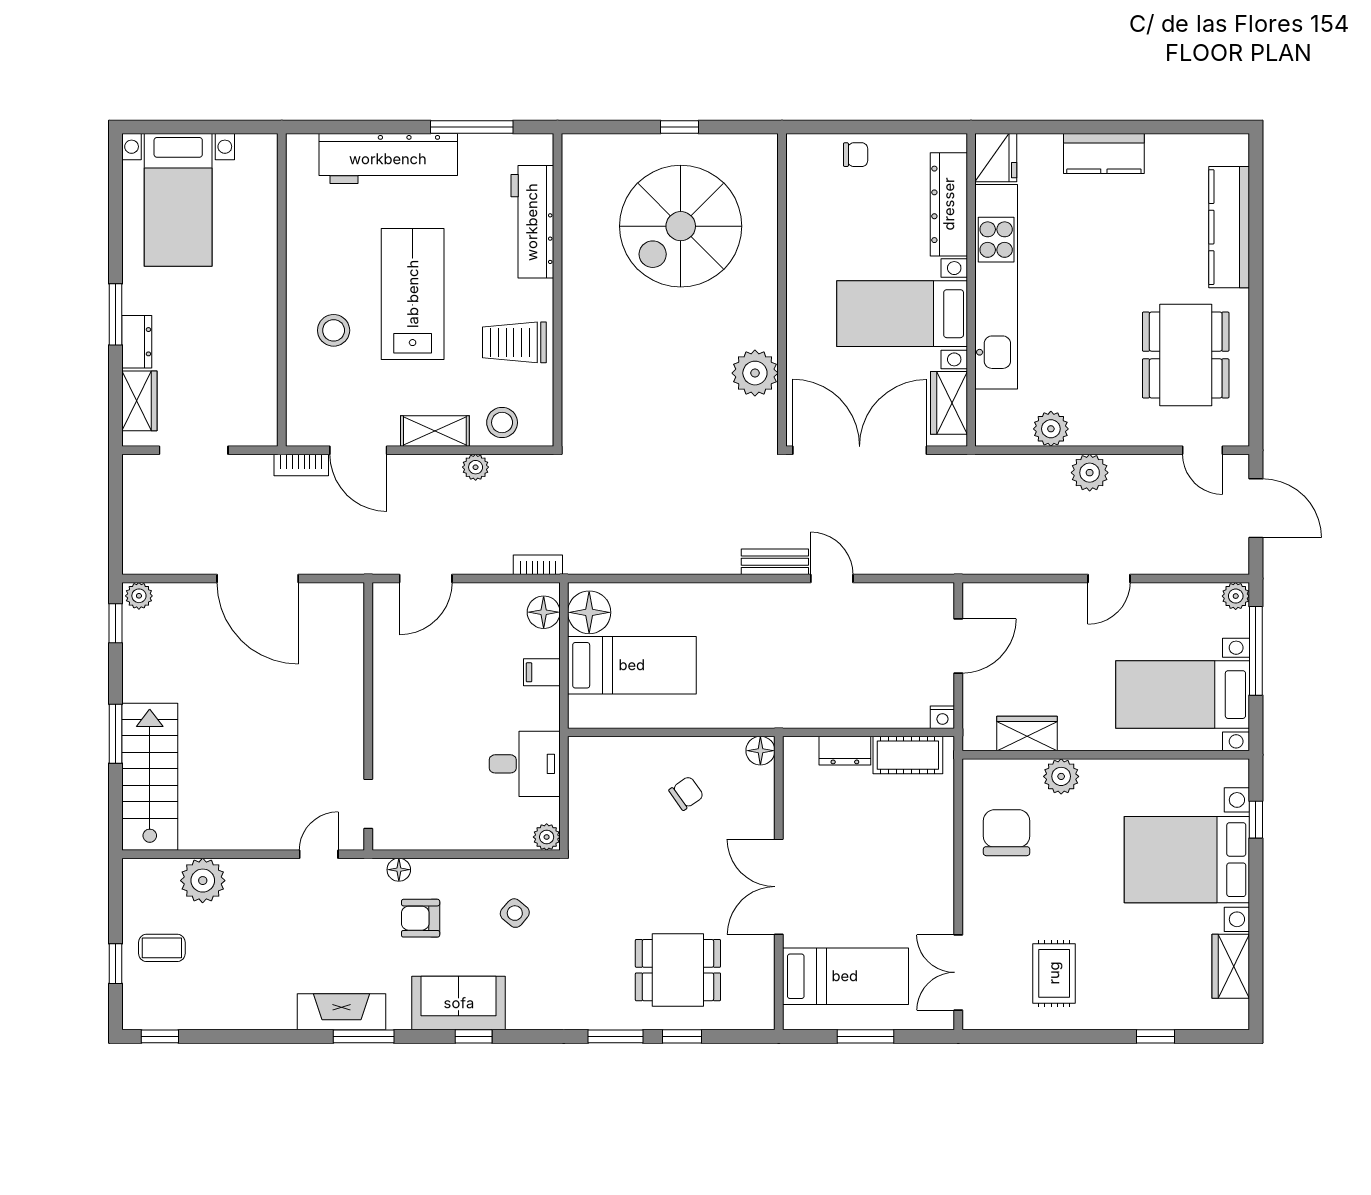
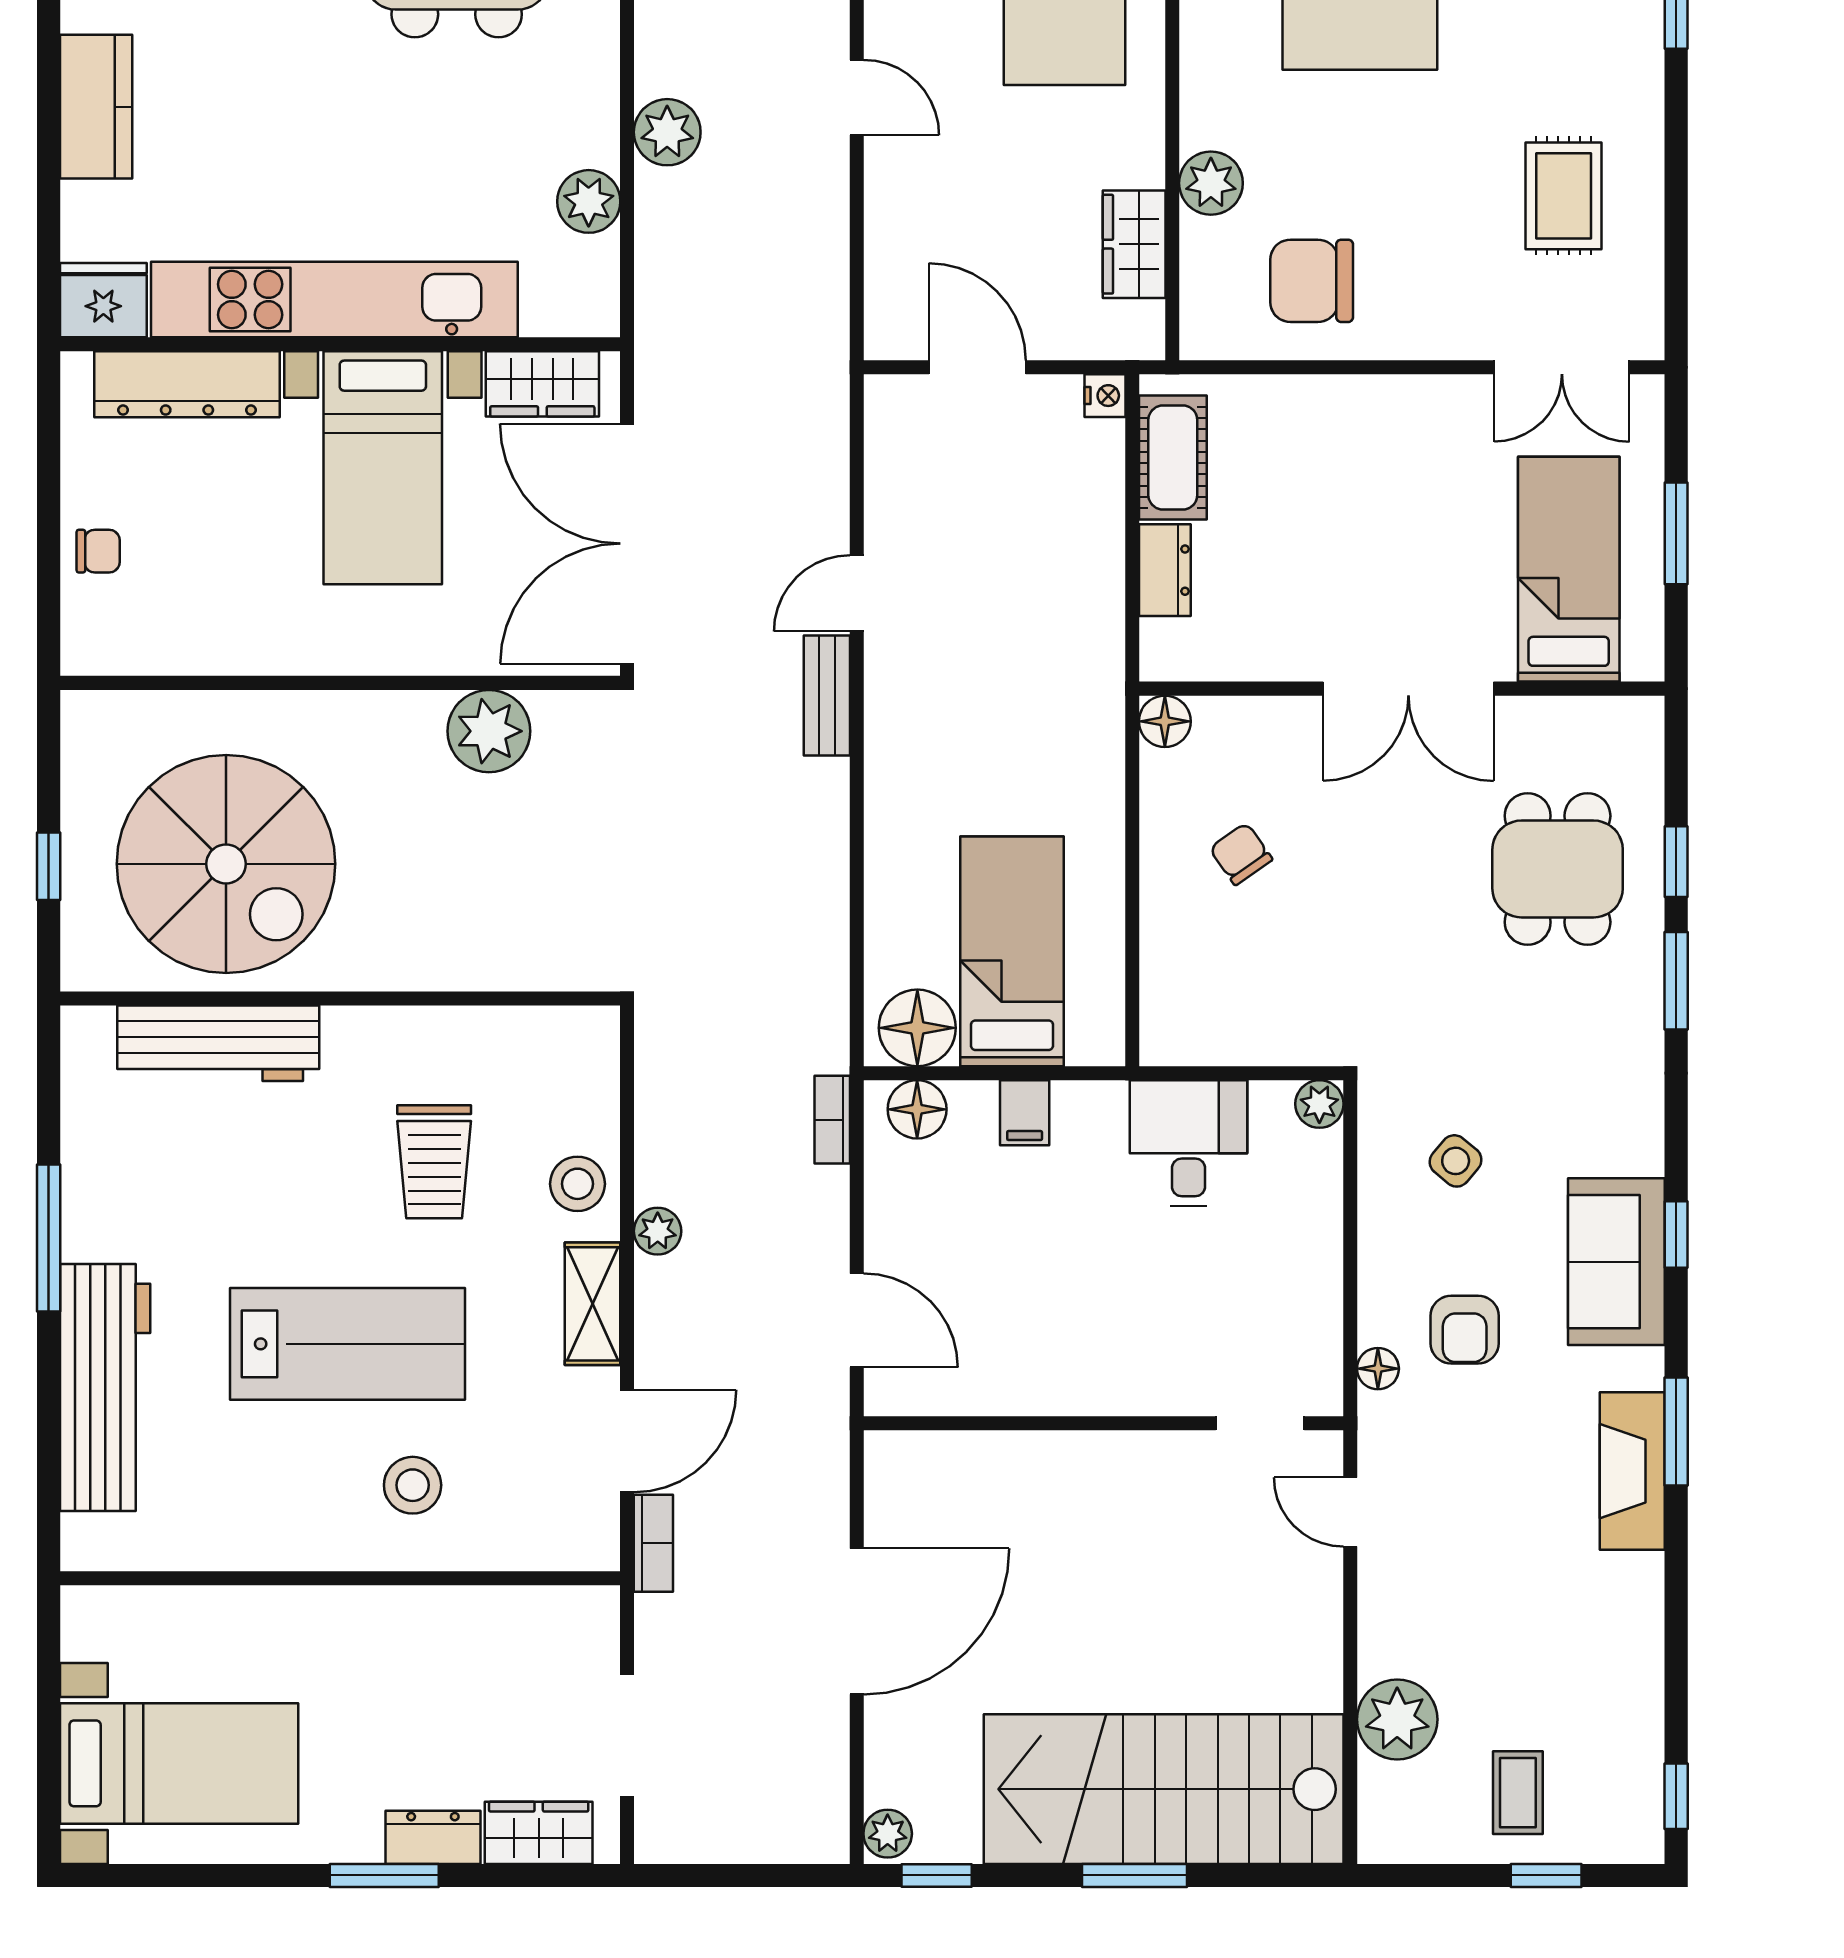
chair: (856, 155) -> (98, 551), turned 90
workbench: (532, 222) -> (218, 1043), moved
wall: (557, 290) -> (340, 999), moved
lab bench: (413, 294) -> (348, 1344), turned 180
stairs: (150, 777) -> (1164, 1789), width x1.36, depth x1.51
rug: (1054, 973) -> (1564, 196), turned 90

